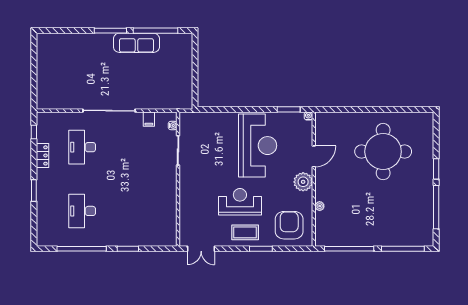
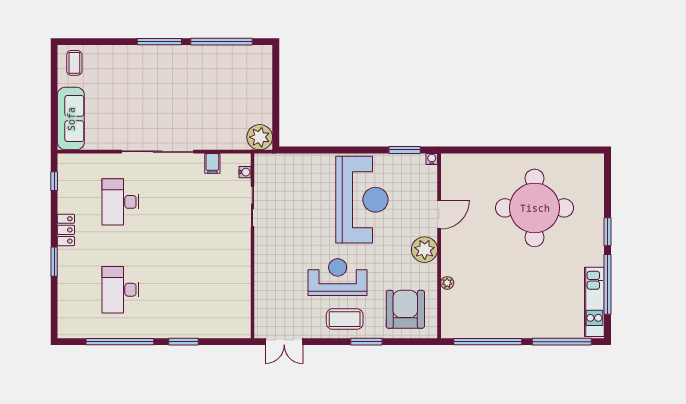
sofa: (136, 43) -> (71, 119), moved, turned -90
coffee table: (49, 46) -> (74, 63), added
plant: (183, 100) -> (260, 137), added
locker: (42, 155) -> (66, 230), moved
kitchen unit: (427, 220) -> (594, 302), added

